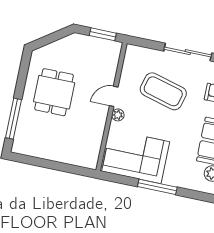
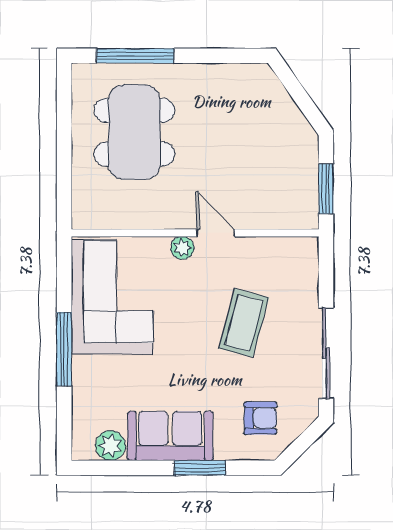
coffee table: (163, 91) -> (244, 323), width x0.73, depth x0.76
dining table: (54, 92) -> (134, 132), moved, width x1.38

